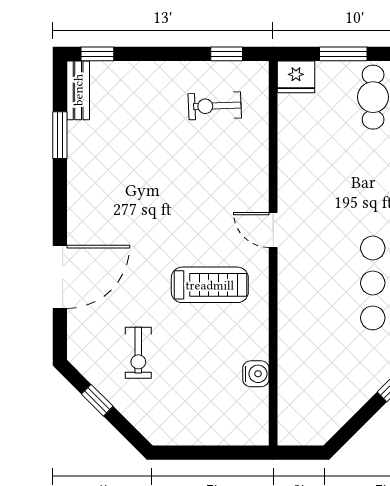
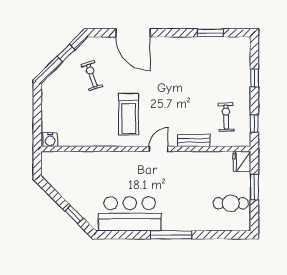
window: (97, 54) -> (254, 78), moved
bench: (78, 90) -> (194, 141), moved
exercise bike: (138, 353) -> (92, 76), turned 72
water cooler: (256, 374) -> (50, 140), moved

